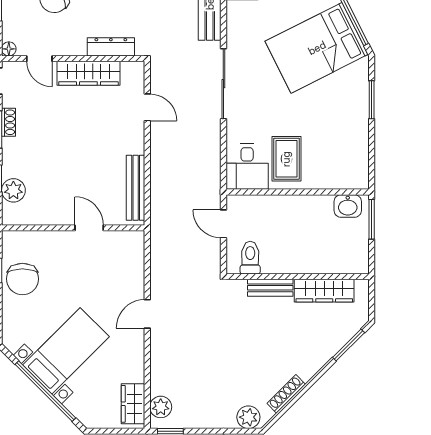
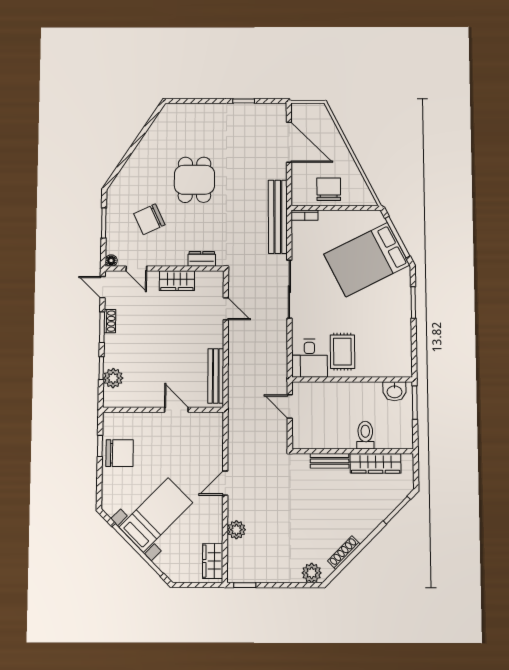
dresser: (111, 47) -> (202, 259), width x0.70
wardrobe: (88, 73) -> (177, 281), width x0.67
toilet: (250, 258) -> (365, 435), moved
chair: (22, 279) -> (120, 453), turned -90
plant: (161, 407) -> (236, 530), moved

